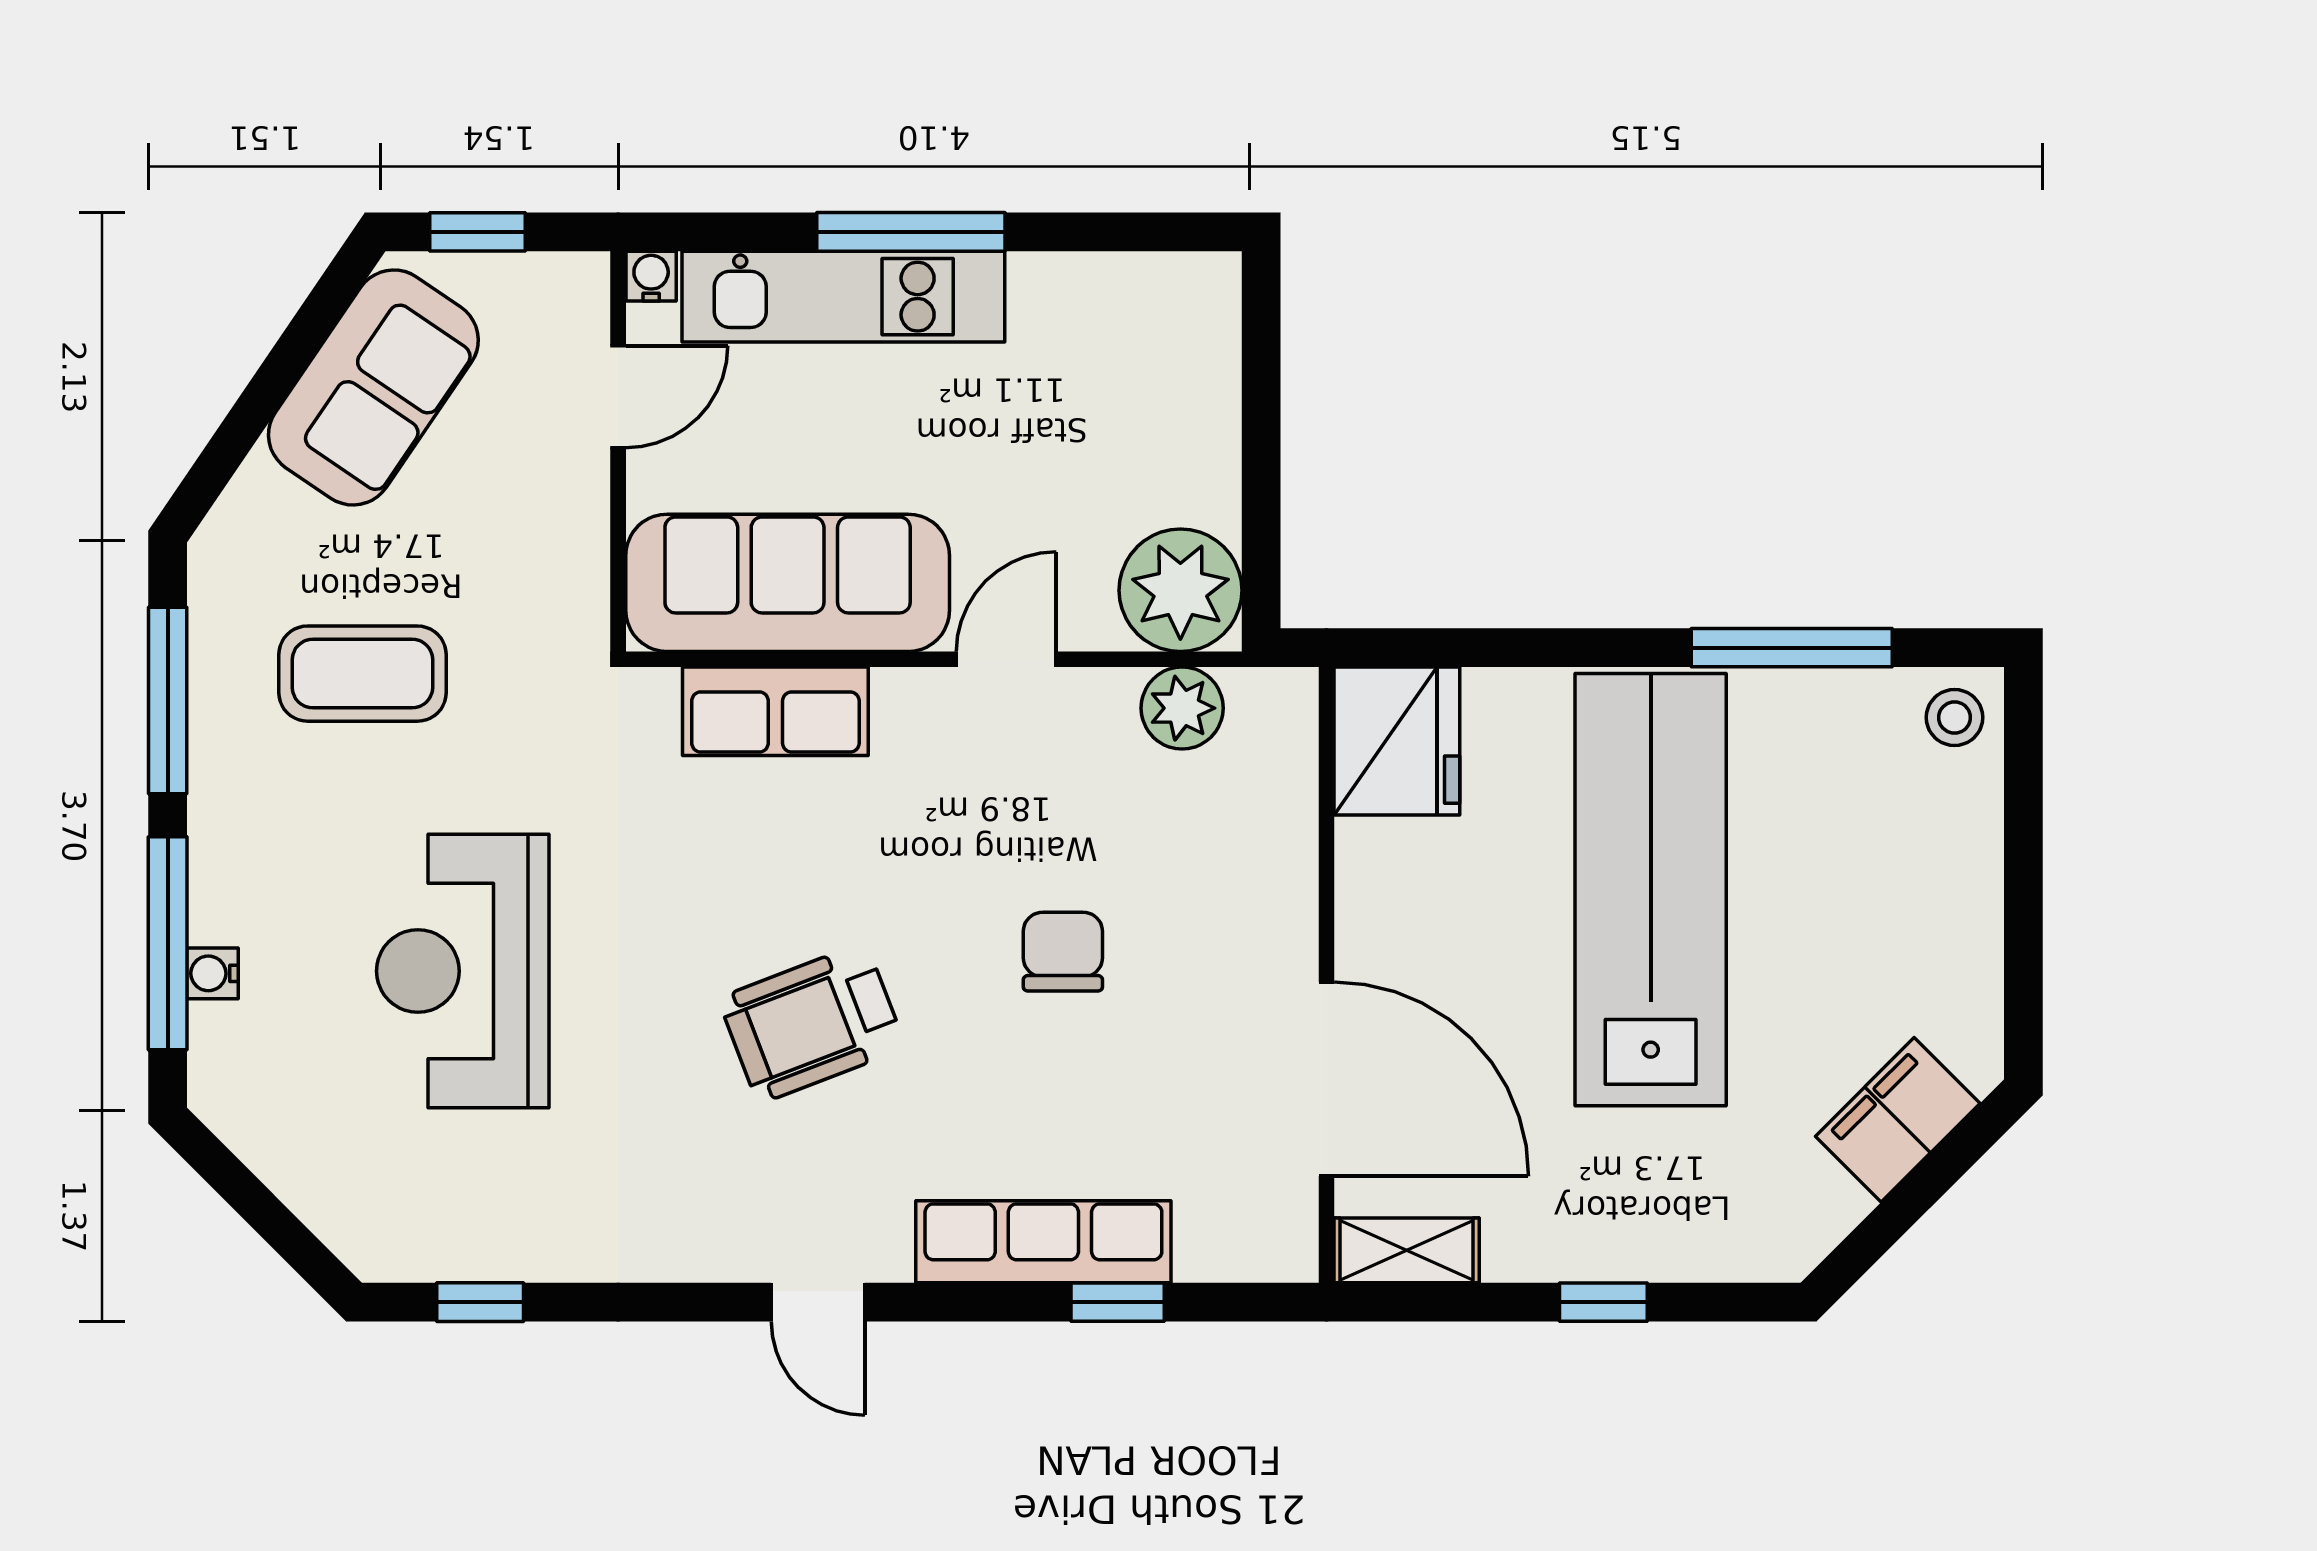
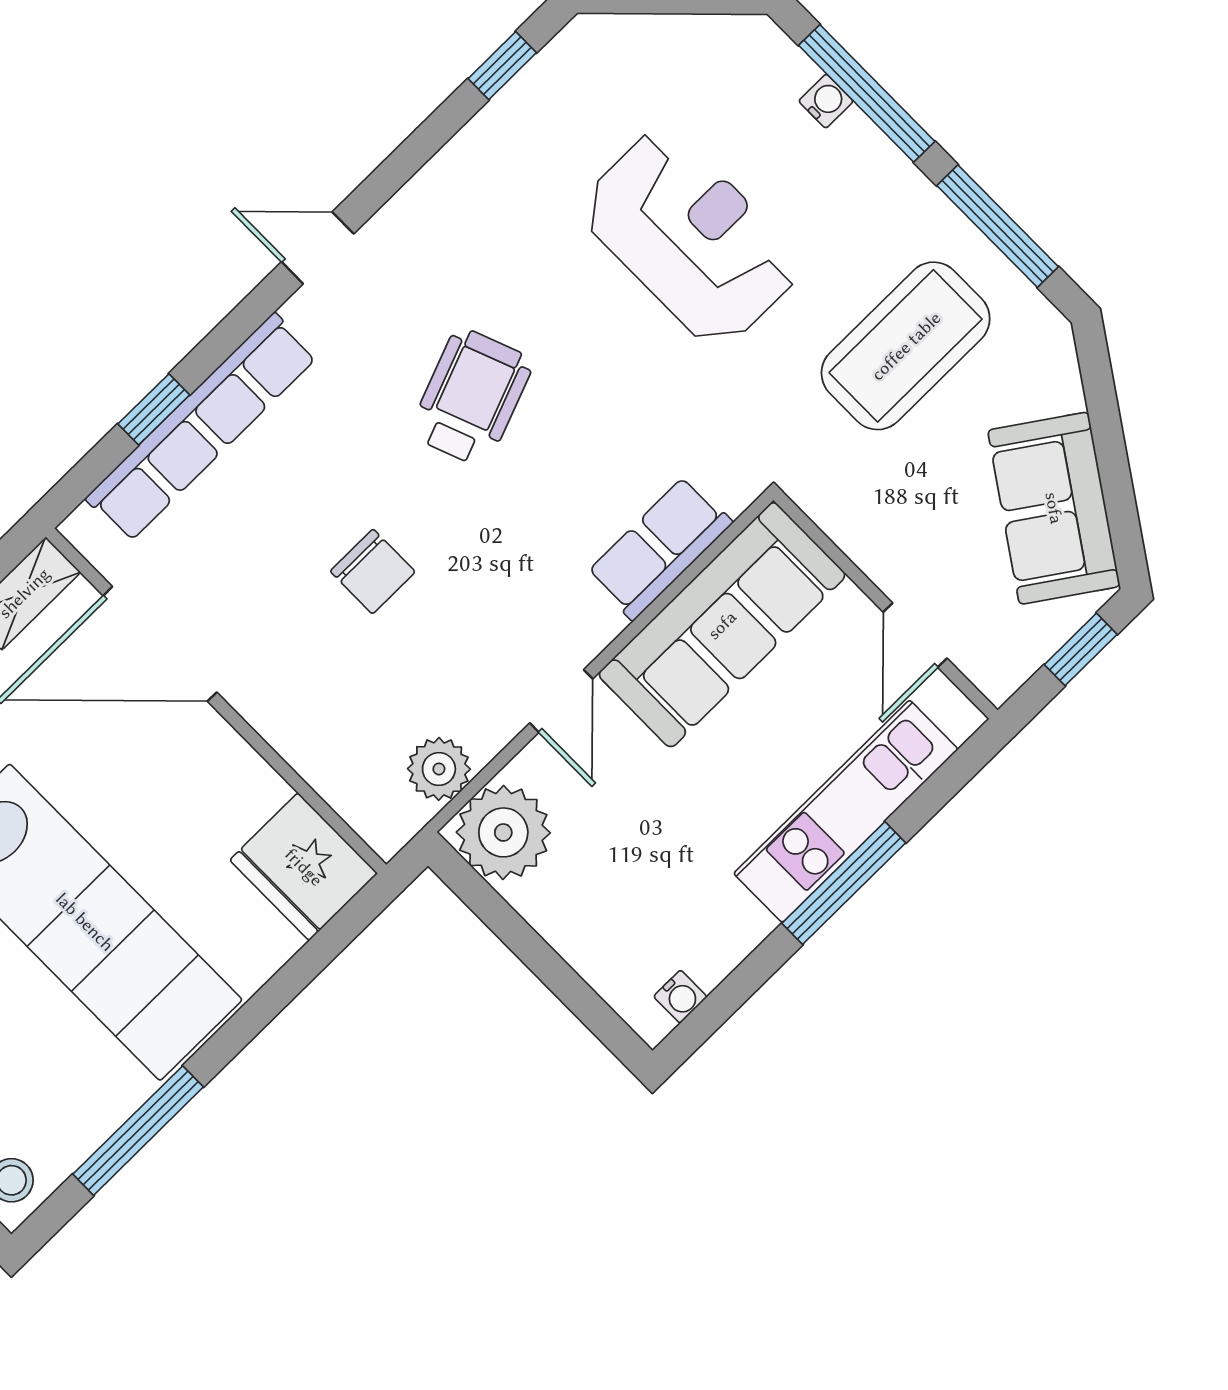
water cooler: (651, 276) -> (680, 997), moved
coffee table: (362, 674) -> (906, 346), width x1.36, depth x1.32
row of seats: (1043, 1242) -> (202, 427), width x1.36

